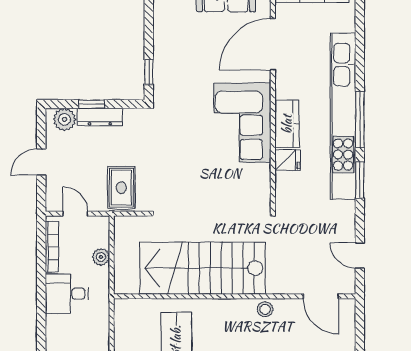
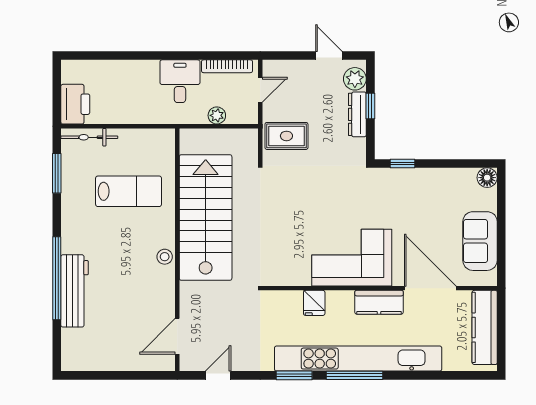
kitchen counter: (287, 124) -> (379, 302), moved
door: (41, 162) -> (329, 56), moved
stool: (265, 309) -> (165, 257), moved

